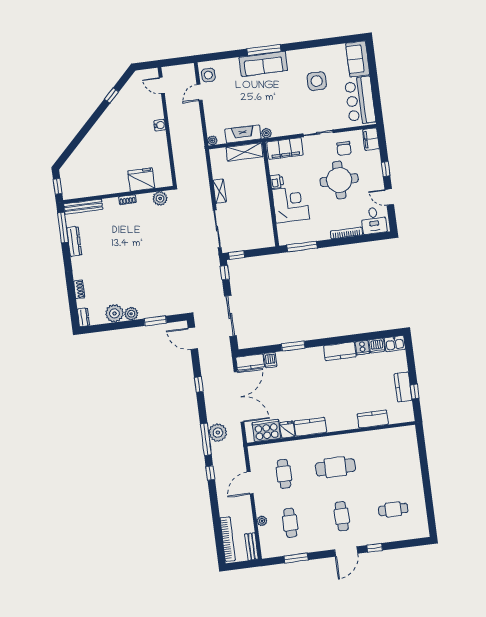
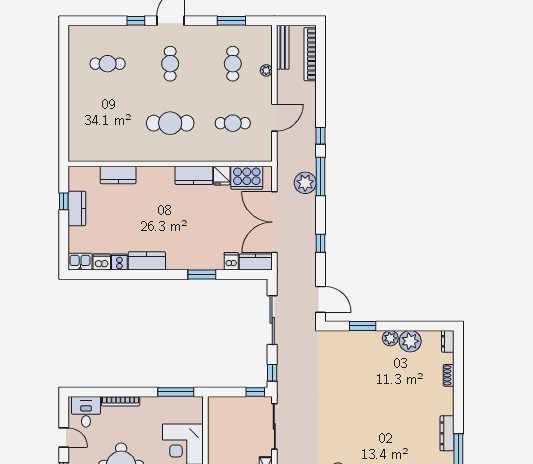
cafe table: (284, 474) -> (233, 123), turned 90
bench: (251, 547) -> (283, 47), width x1.36

